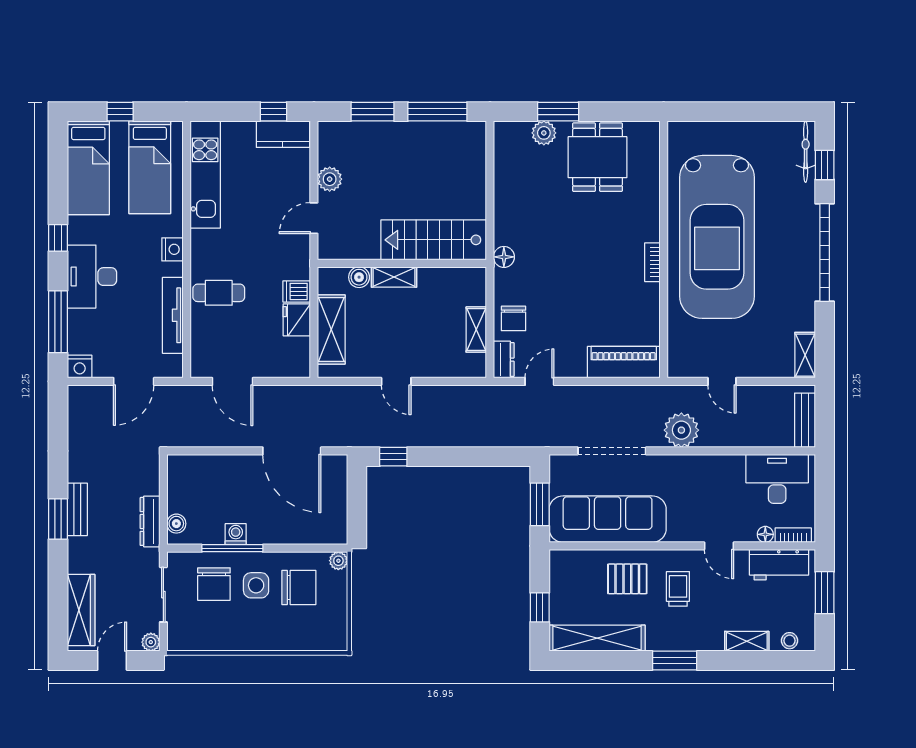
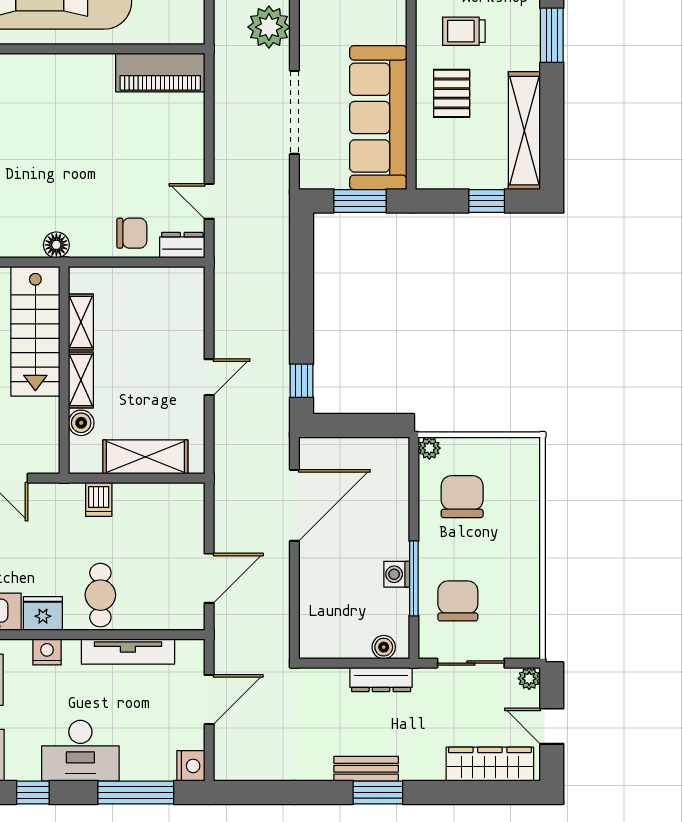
bookcase: (652, 262) -> (63, 63), removed
fridge: (297, 320) -> (43, 613), moved, turned 180
shelving: (476, 330) -> (81, 322), moved, turned 90
piano: (624, 362) -> (160, 72), moved, turned -90
door: (134, 381) -> (209, 700), hinge flipped
chair: (214, 584) -> (458, 601), turned -90
side table: (256, 585) -> (459, 549), removed

